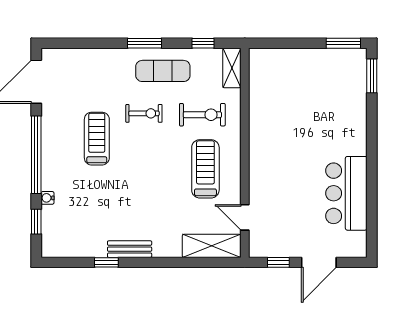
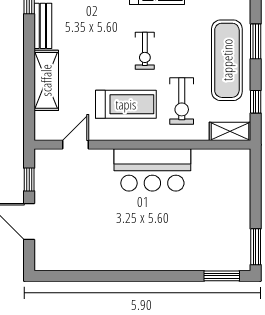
exercise mat: (163, 71) -> (227, 60), width x1.36, depth x1.45
exercise bike: (144, 113) -> (145, 51), moved
bar counter: (346, 193) -> (152, 170), moved, turned 180
shelving: (212, 246) -> (46, 80), moved

